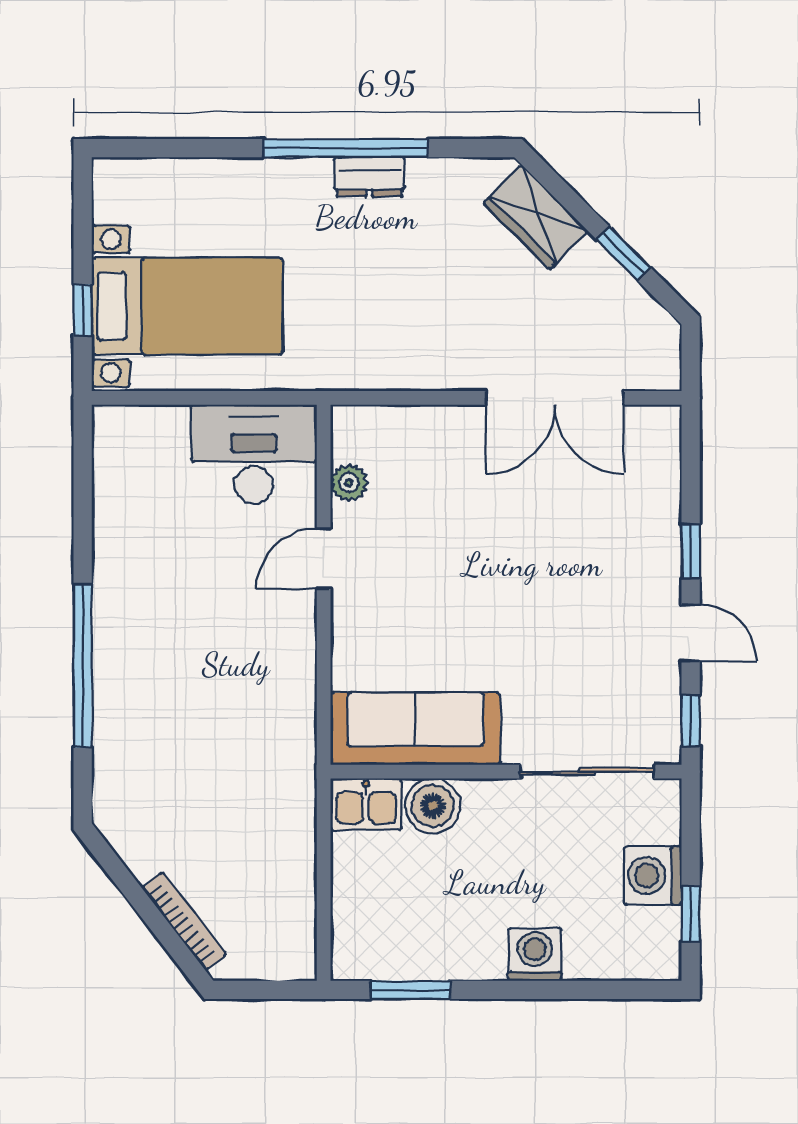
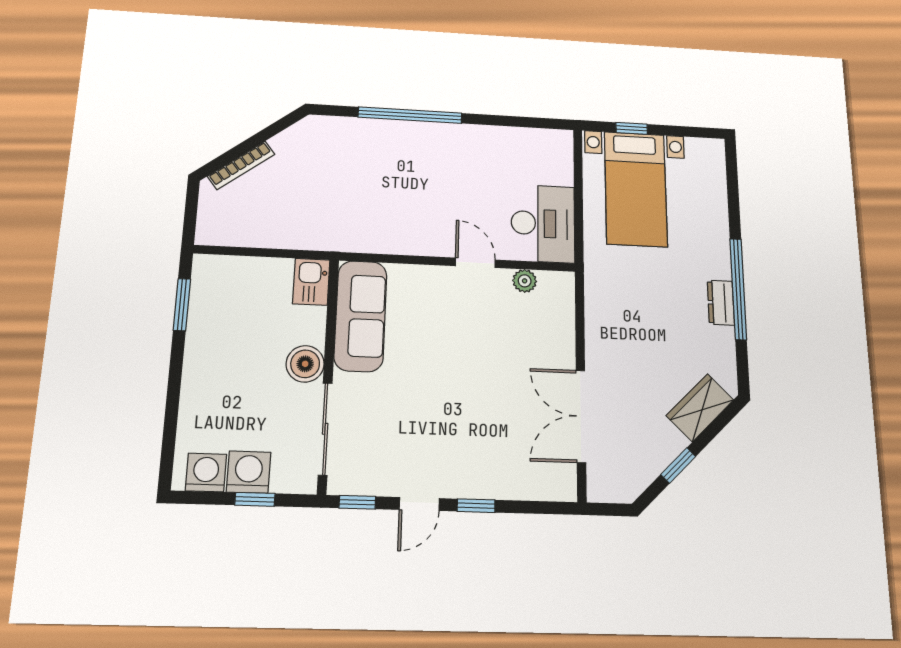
boiler: (433, 806) -> (305, 364), moved
window: (691, 914) -> (255, 499), moved
washing machine: (535, 954) -> (206, 472), moved, turned -90

